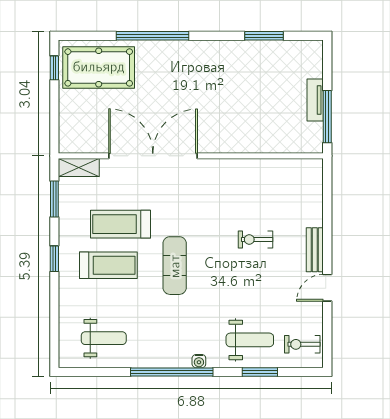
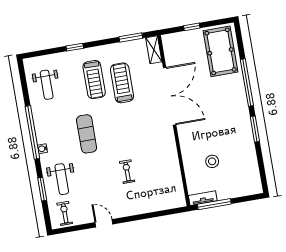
window: (264, 36) -> (255, 129), moved
window: (54, 68) -> (192, 27), moved
tv unit: (315, 100) -> (203, 198), moved
stool: (262, 109) -> (212, 161), added
bench: (315, 250) -> (127, 211), removed
window: (54, 259) -> (75, 47), moved
exercise mat: (175, 266) -> (87, 134), moved, turned 90

